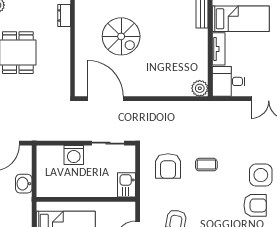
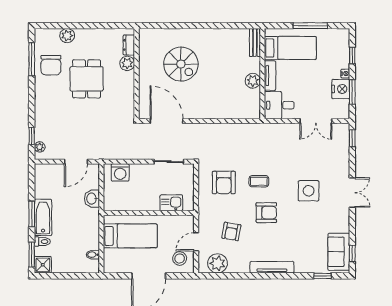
plant: (62, 36) -> (127, 63), added
plant: (200, 88) -> (253, 81), moved
washing machine: (74, 155) -> (120, 172), moved
kitchen sink: (127, 185) -> (171, 203), moved, turned 90
armchair: (255, 205) -> (266, 213), moved

